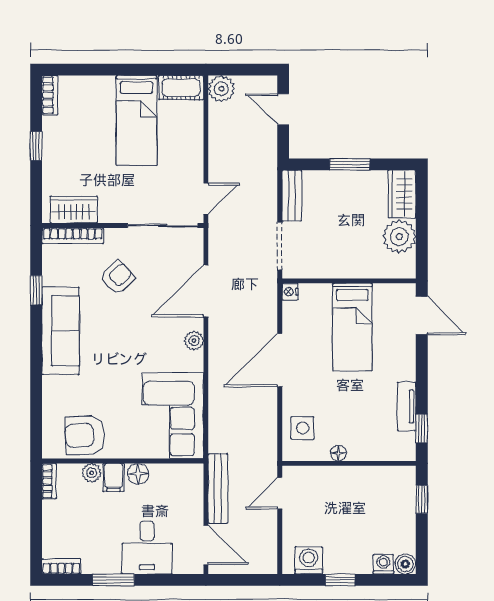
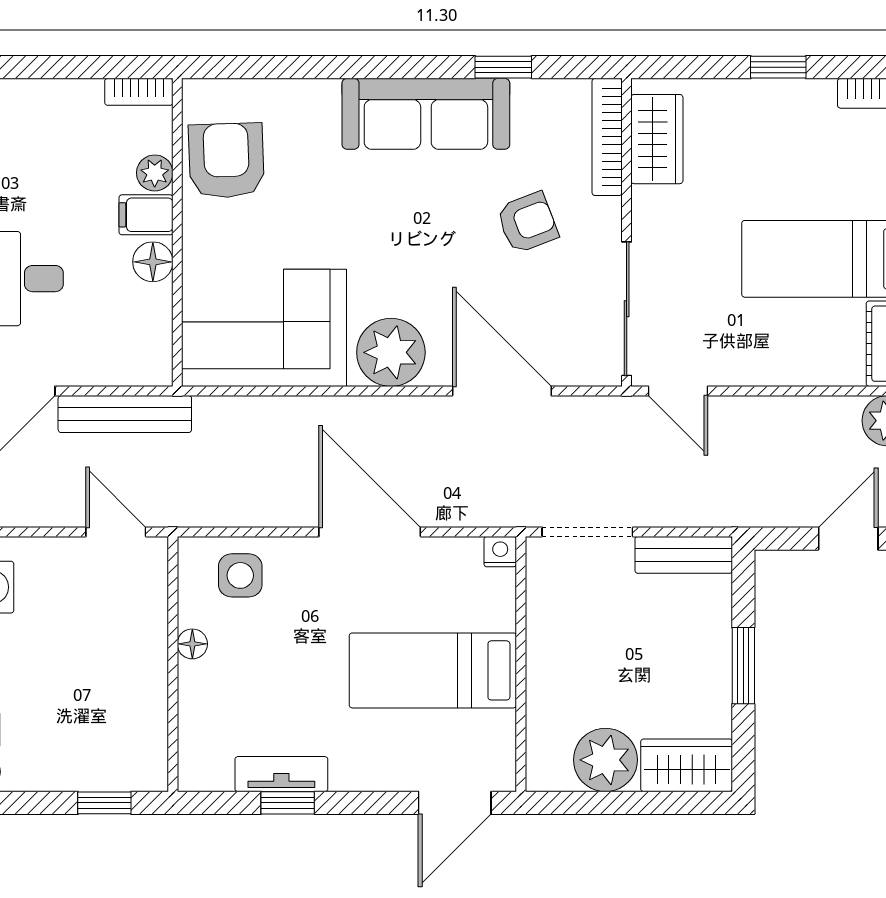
armchair: (118, 278) -> (527, 223), turned -67
plant: (194, 341) -> (391, 352), width x1.88, depth x1.88
window: (422, 429) -> (288, 803), moved

